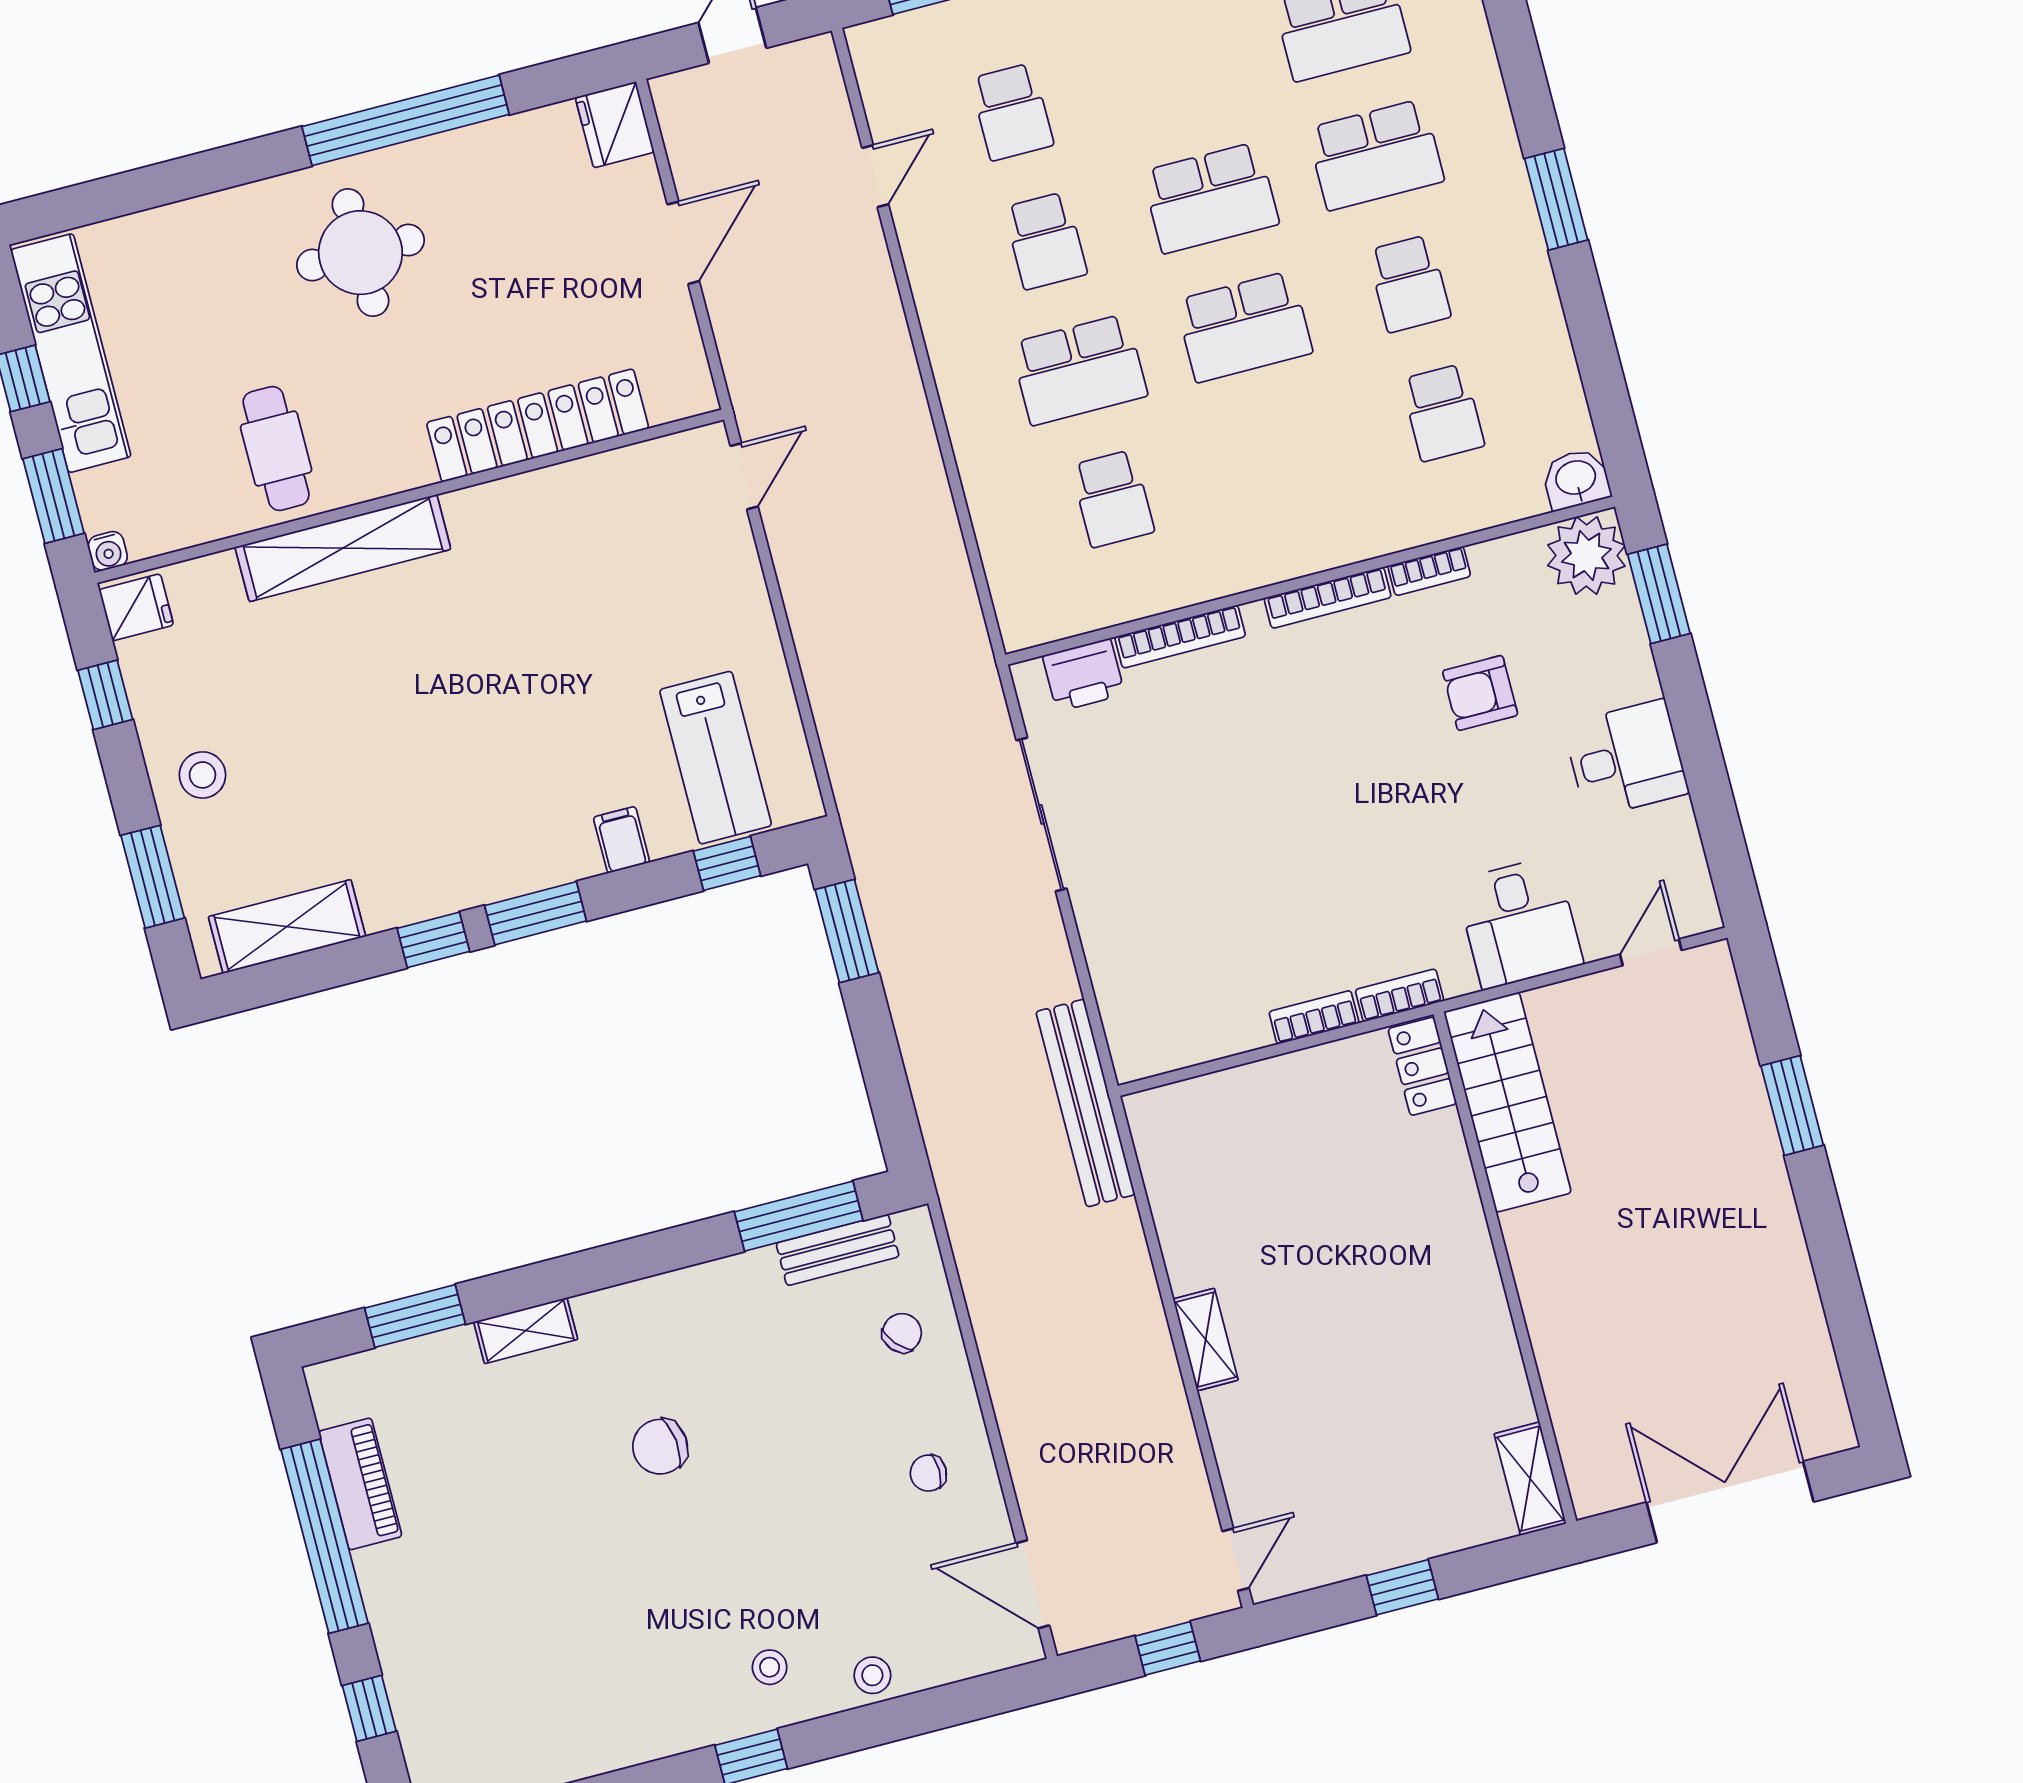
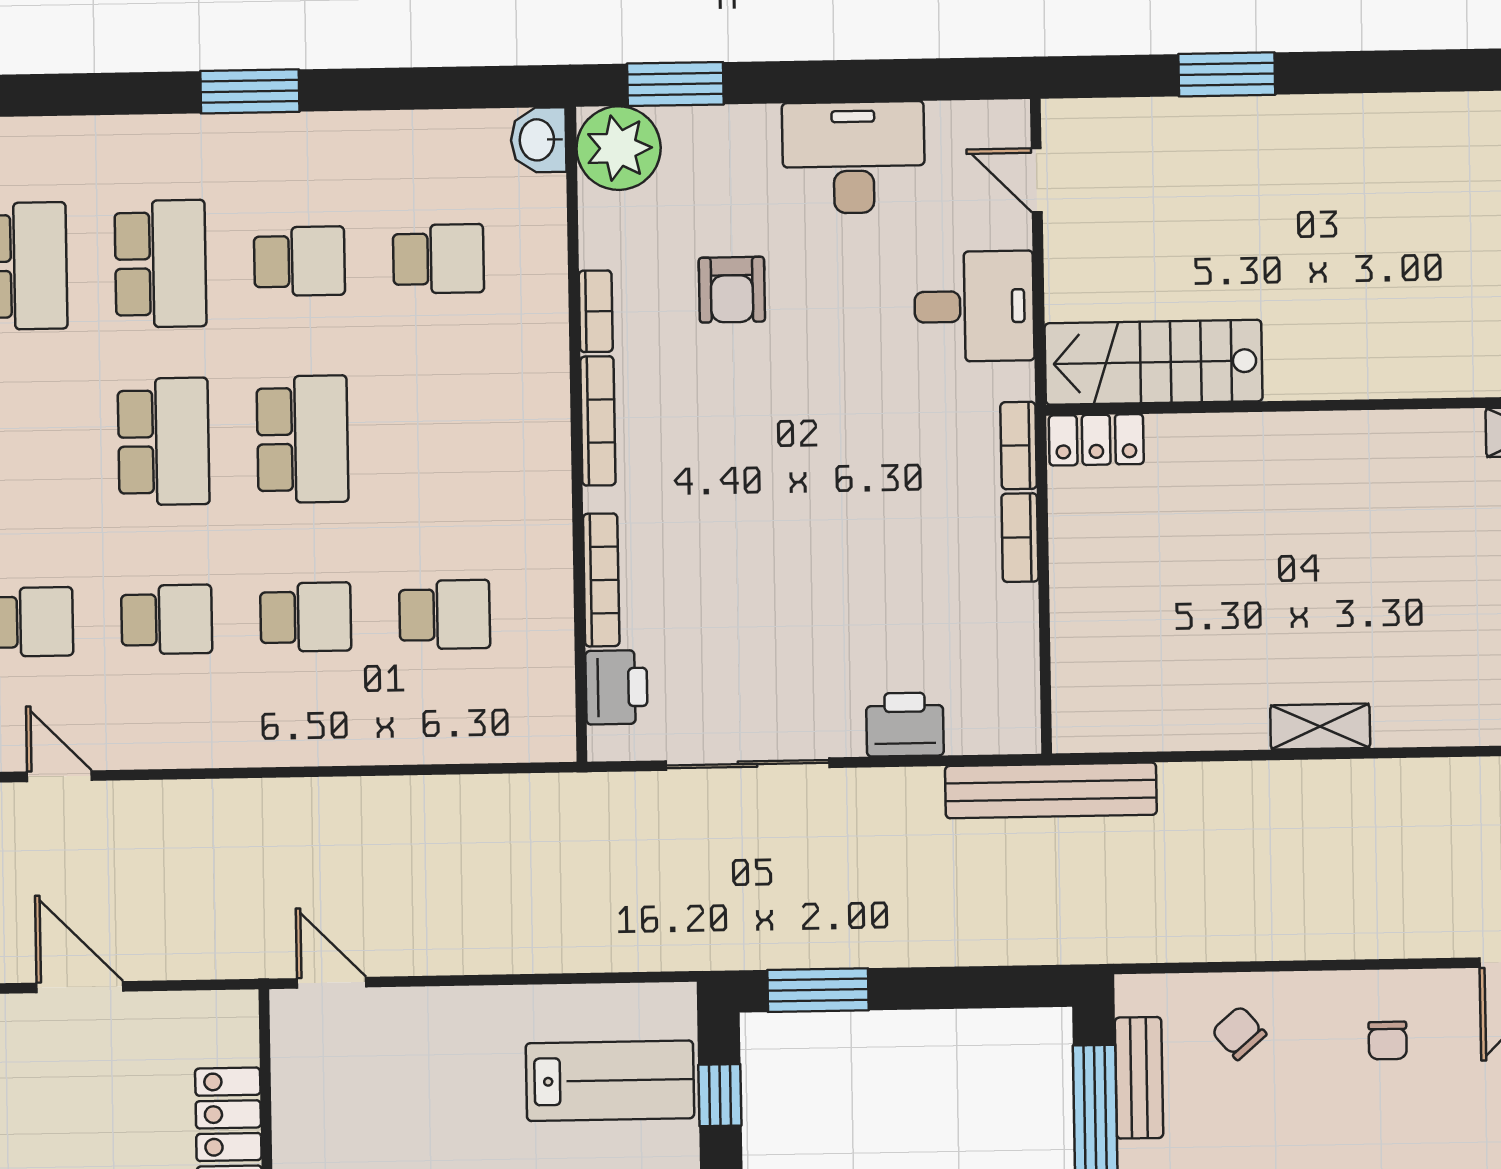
school desk: (1079, 370) -> (306, 617), width x0.54
desk: (1626, 759) -> (854, 158), width x1.37
printer: (1114, 952) -> (905, 725), added

